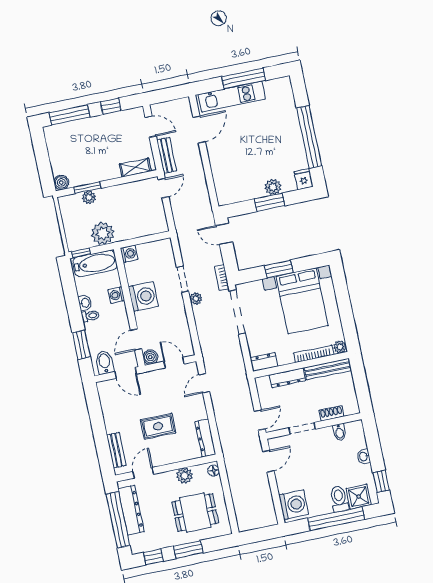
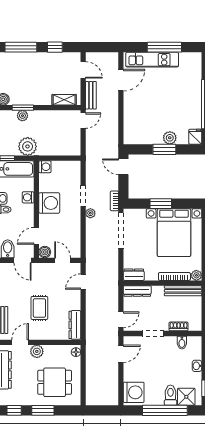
dresser: (287, 378) -> (137, 291), moved
rug: (158, 426) -> (39, 308), turned 90
plant: (185, 476) -> (37, 351), moved

